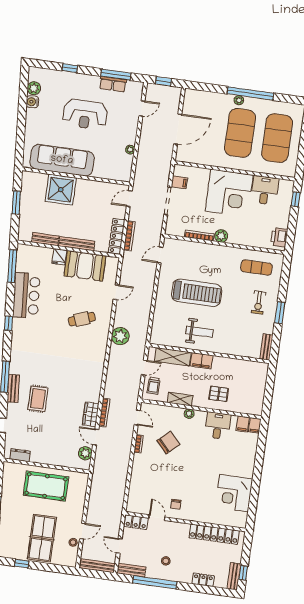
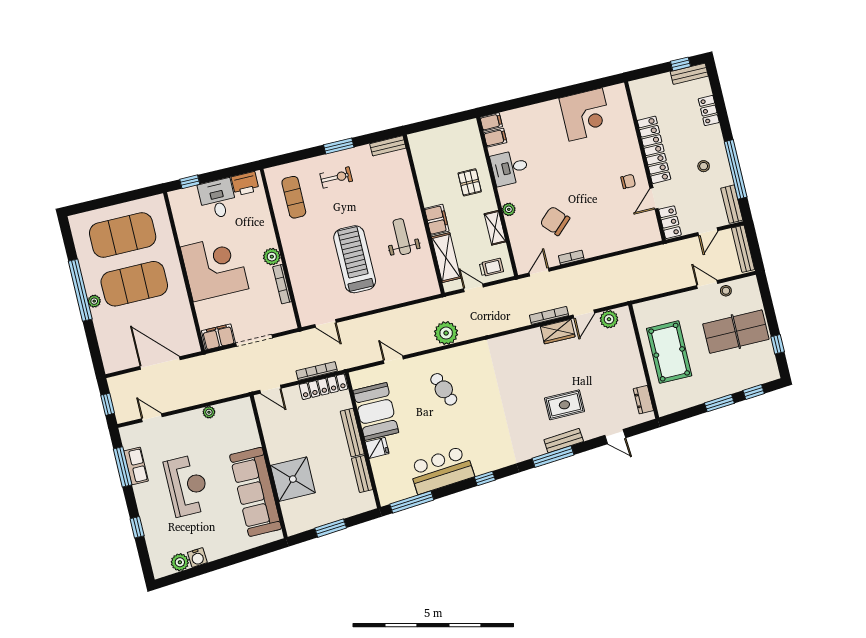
filing cabinet: (179, 182) -> (218, 337), width x2.00
desk: (265, 190) -> (218, 199), moved, turned 90
locker: (214, 534) -> (654, 150), moved

